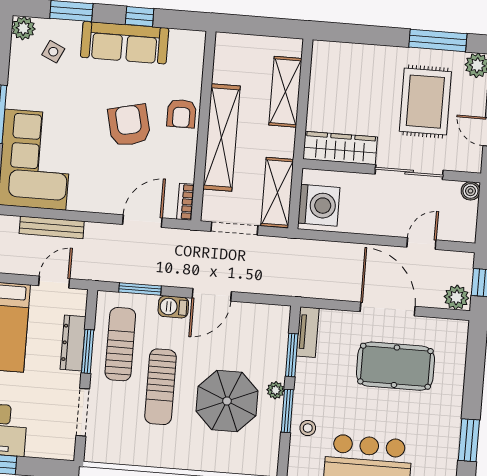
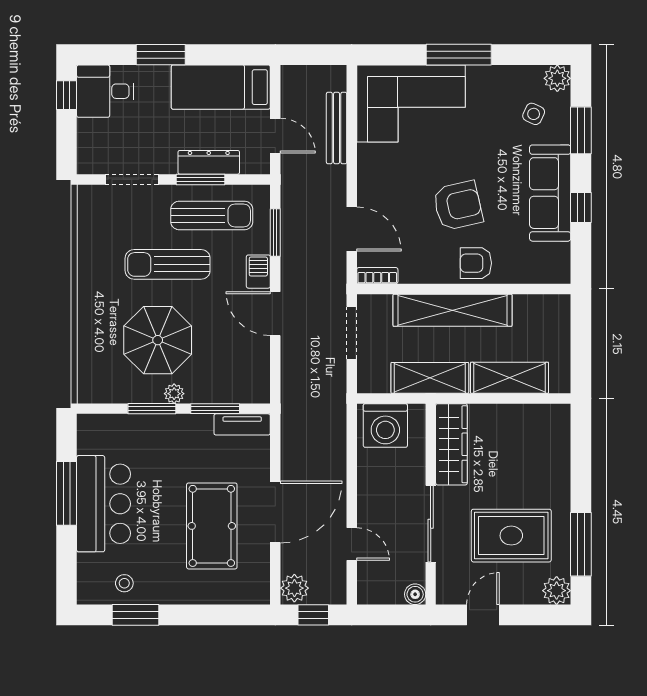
shelving: (277, 193) -> (430, 378), moved
stool: (308, 428) -> (124, 583), moved

